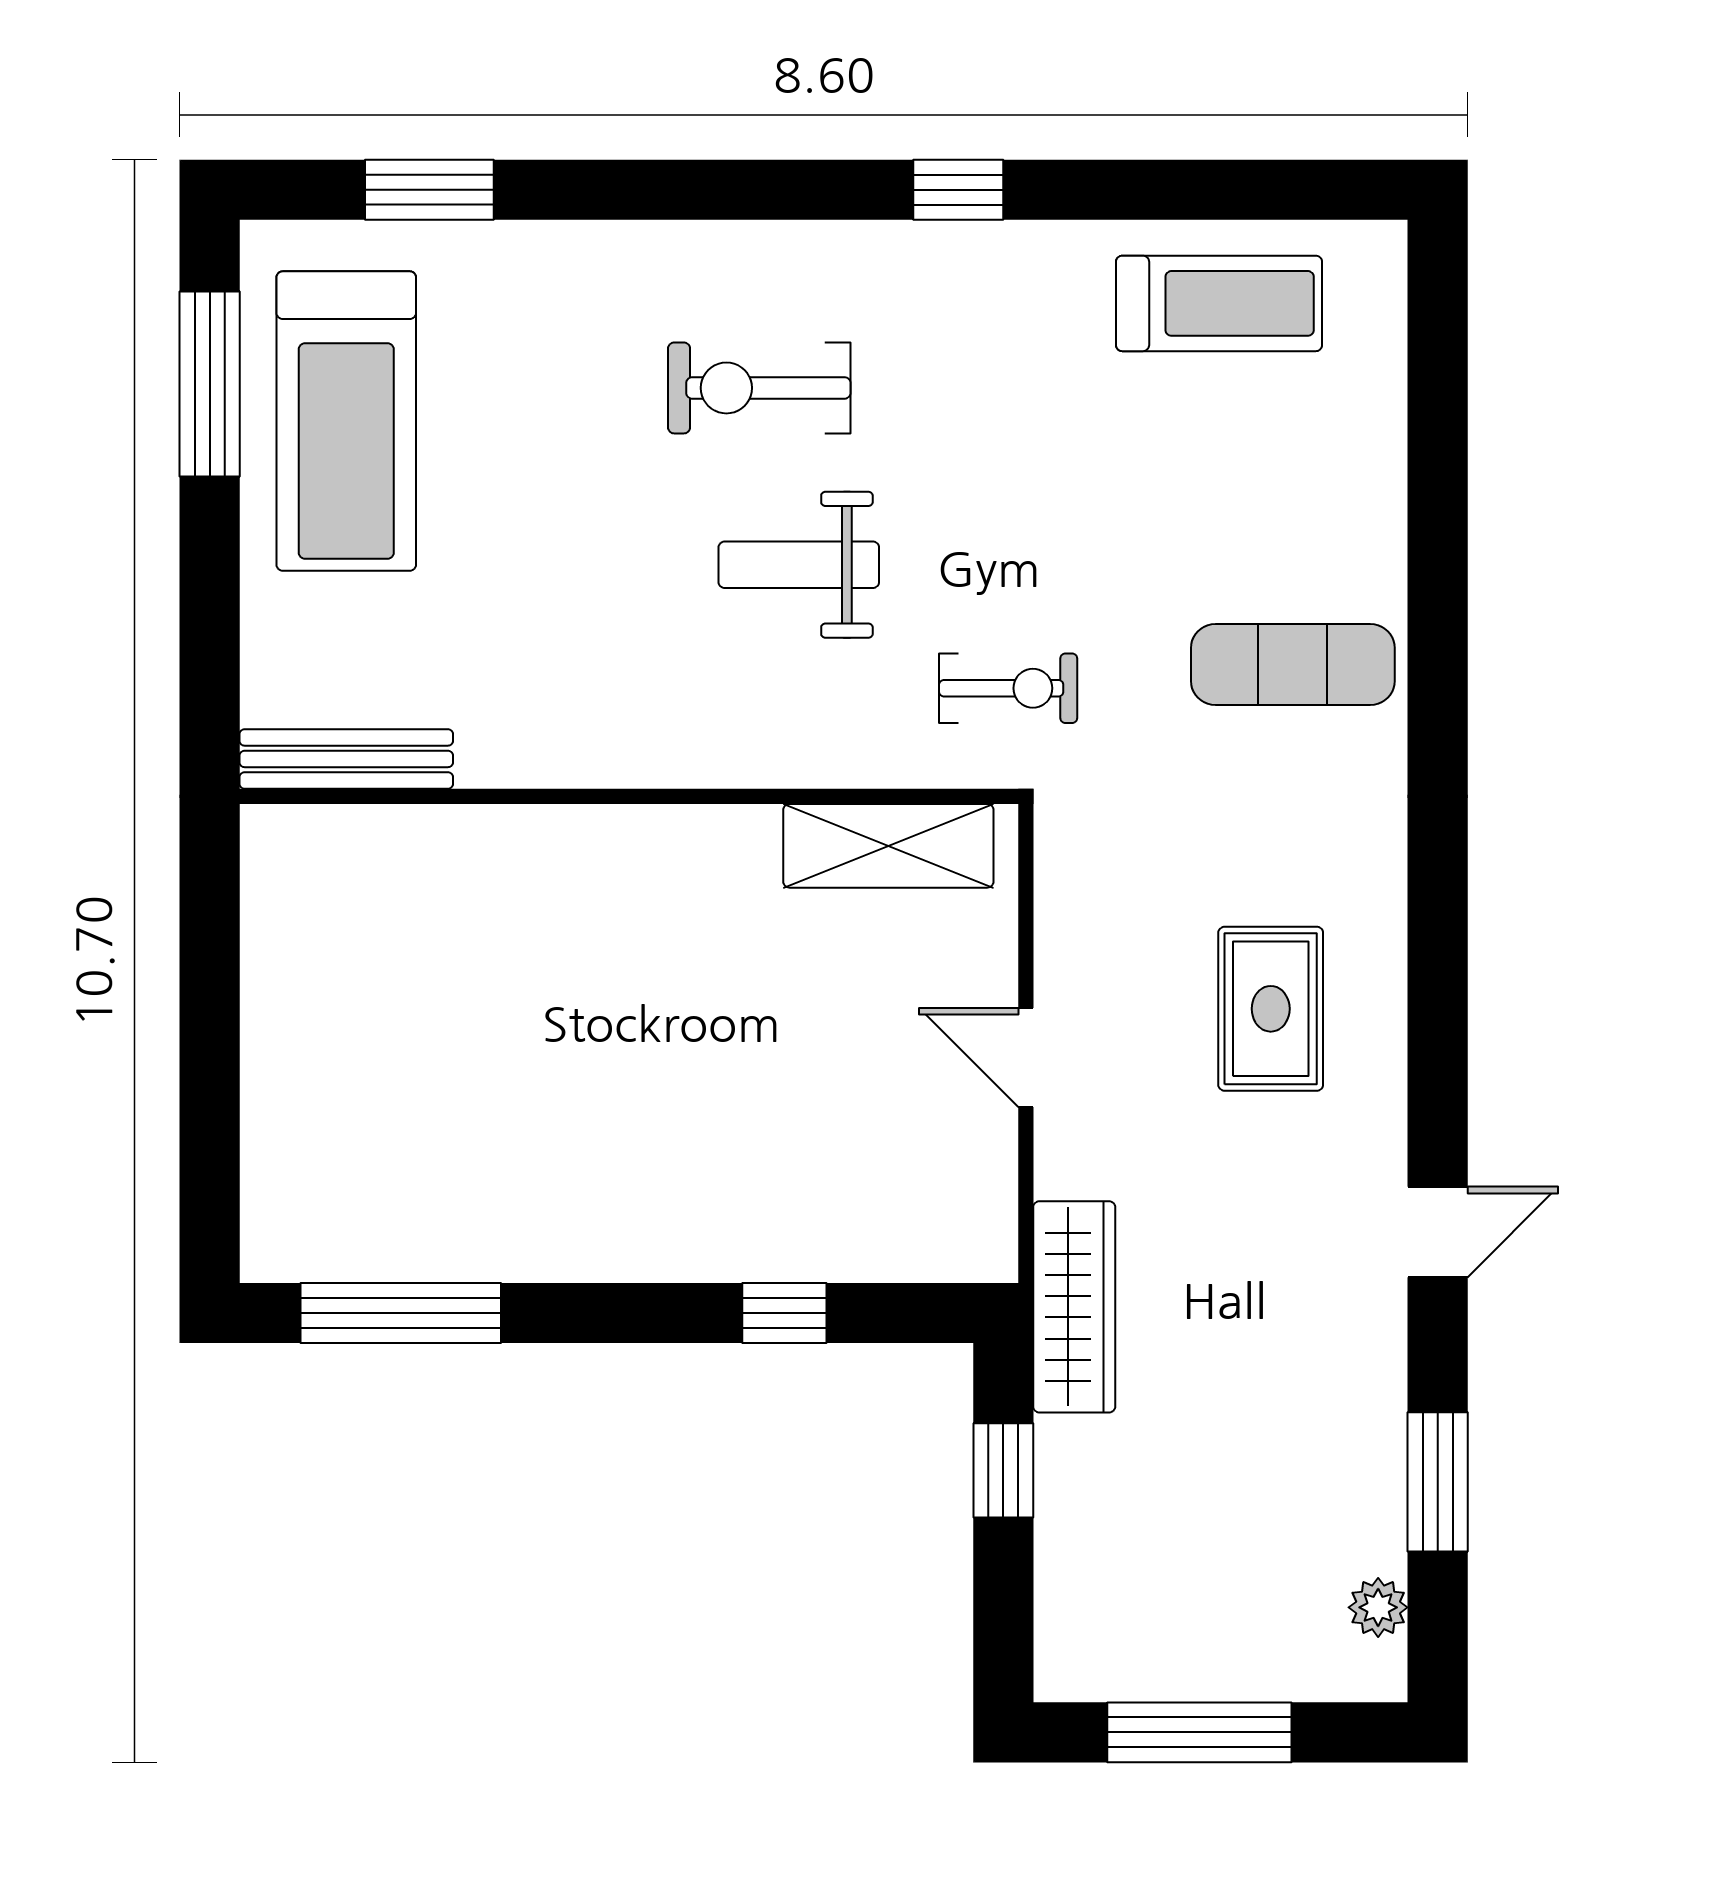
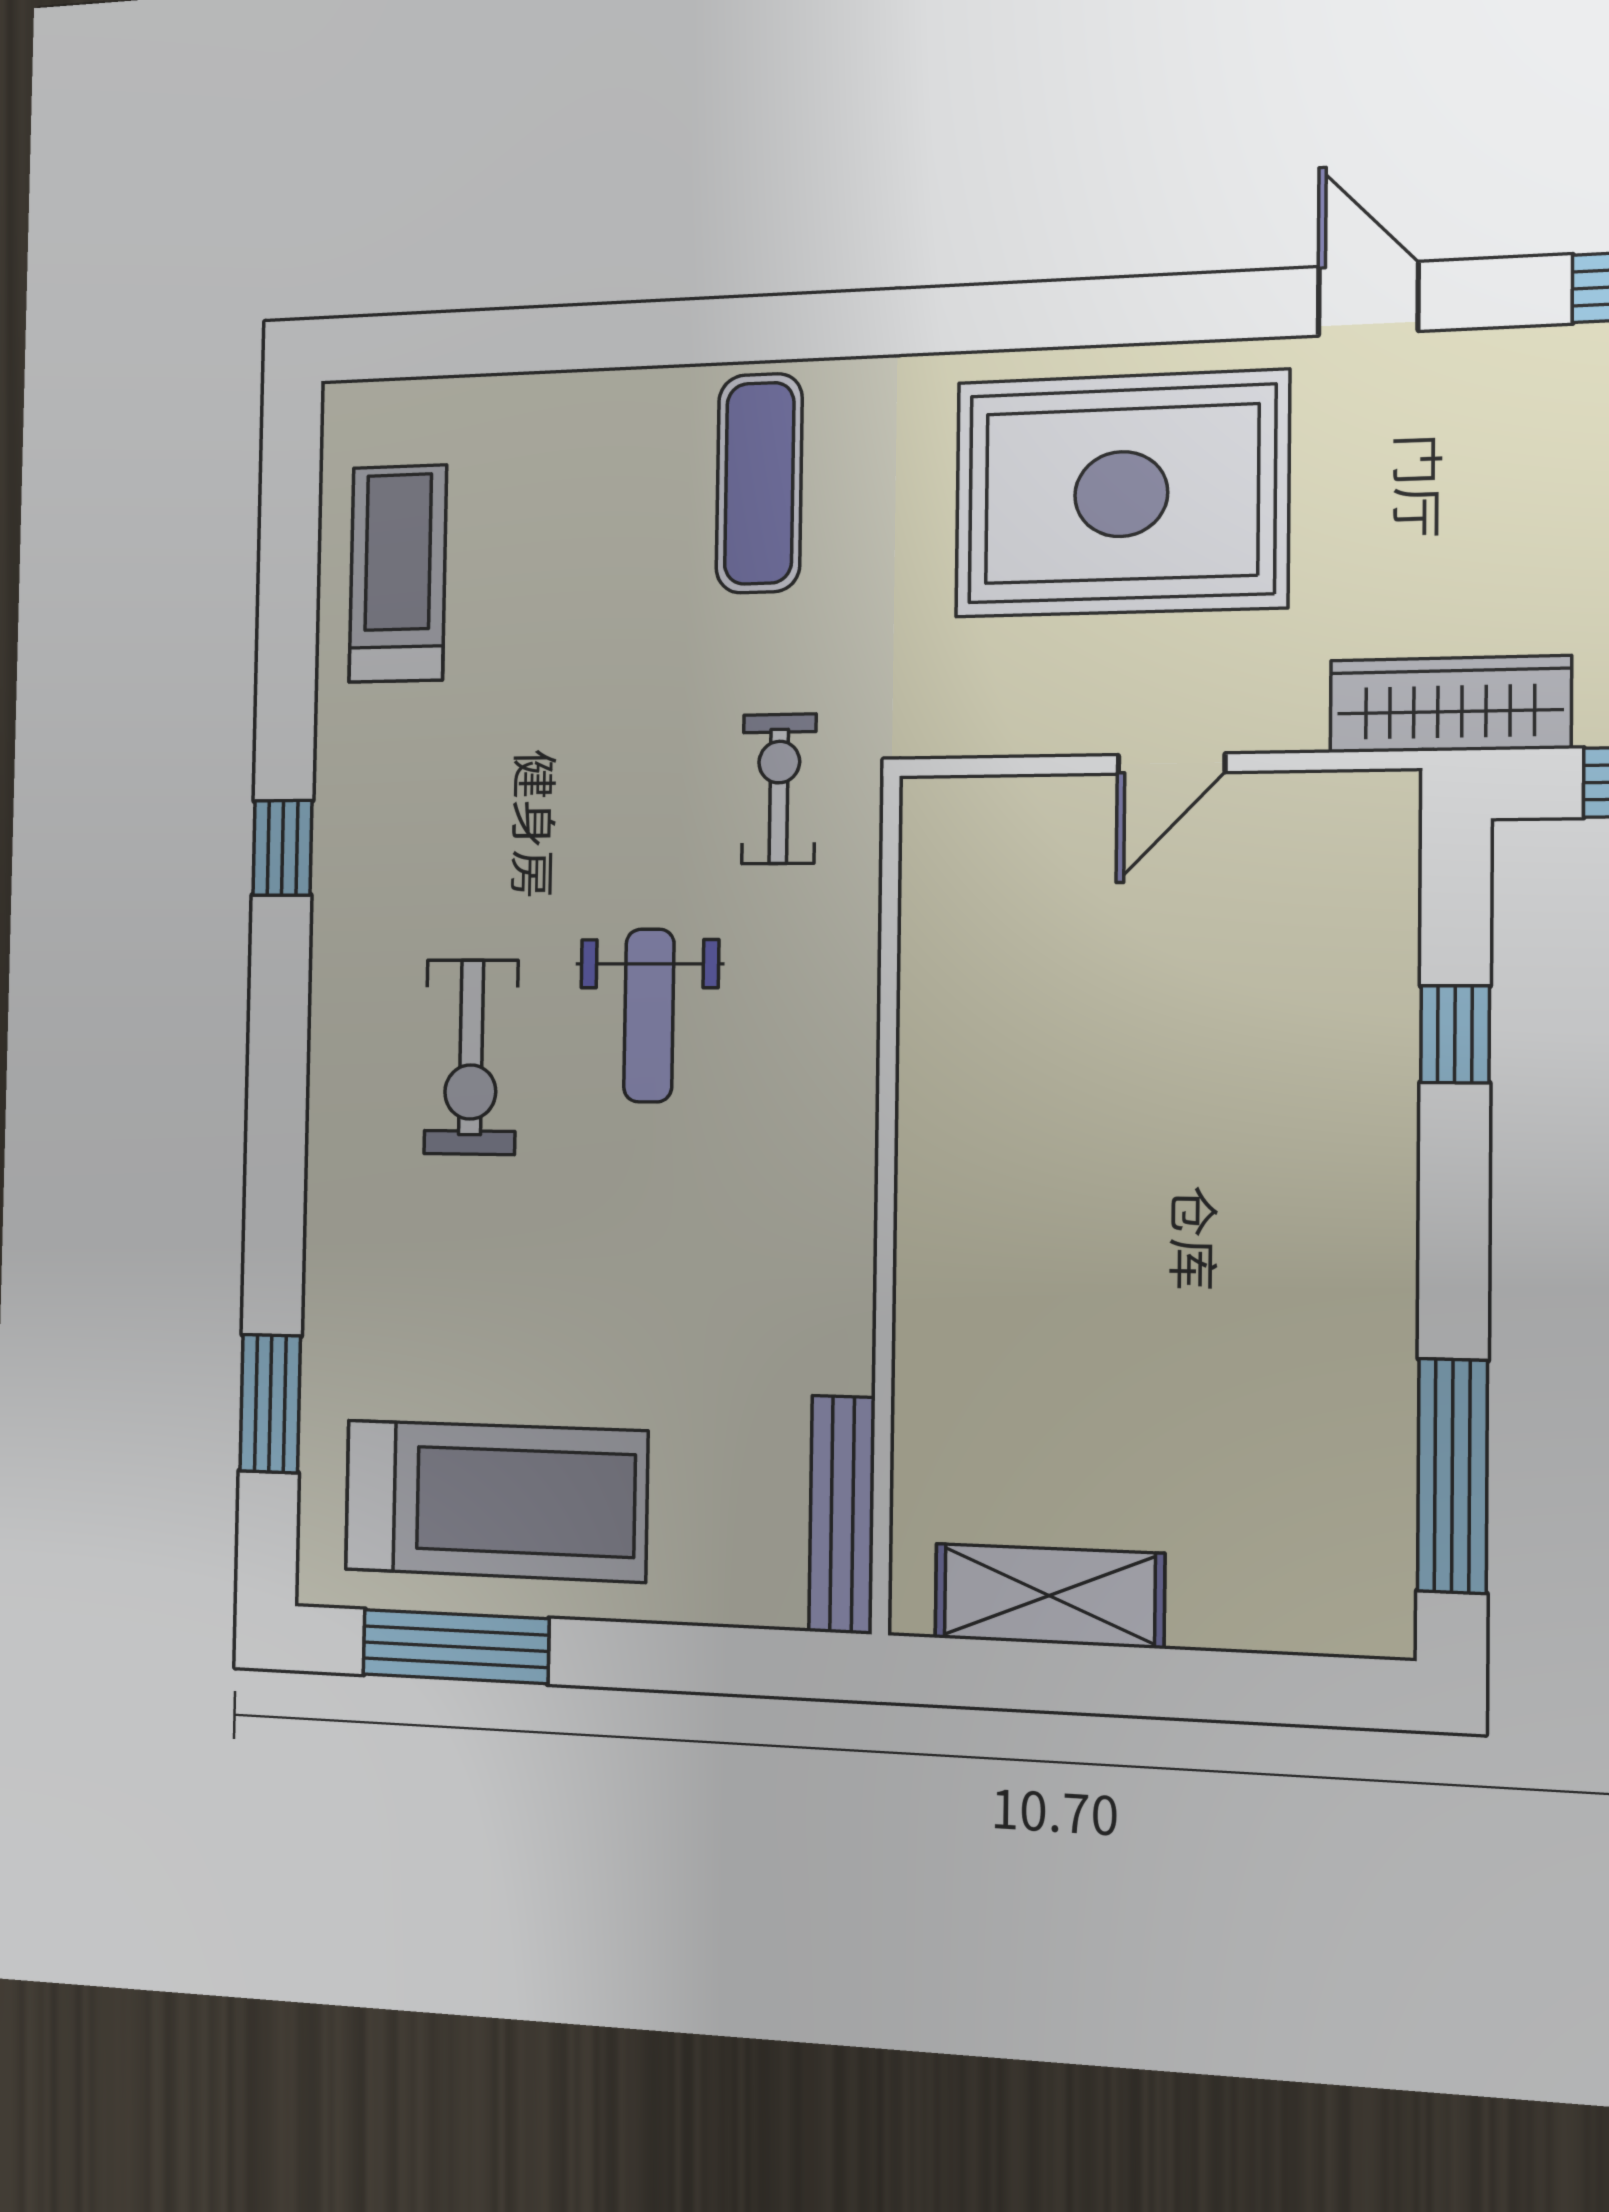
shelving: (888, 846) -> (1049, 1596), moved, turned 90
rug: (1271, 1009) -> (1121, 494), width x1.86, depth x2.06

